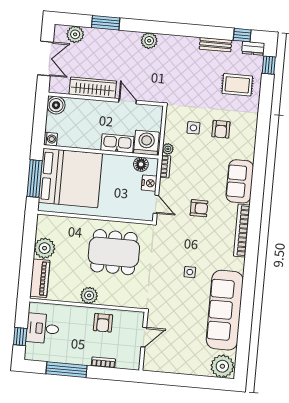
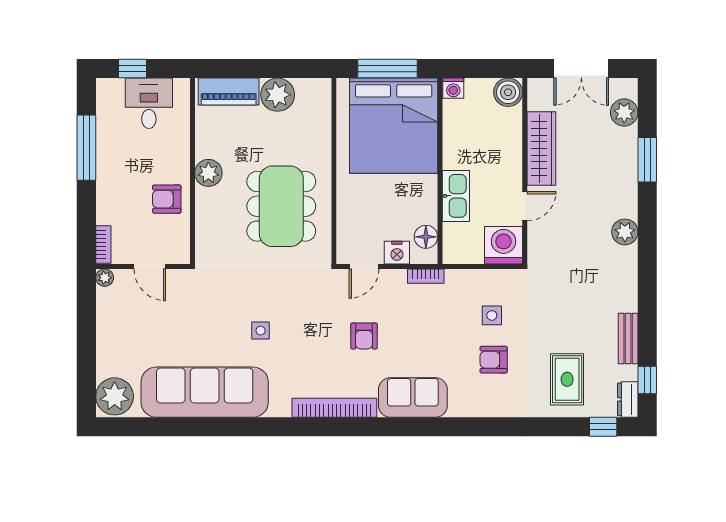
washing machine: (146, 143) -> (504, 245), moved, turned -90
plant: (168, 149) -> (105, 278), moved
bookcase: (103, 362) -> (103, 244), moved

